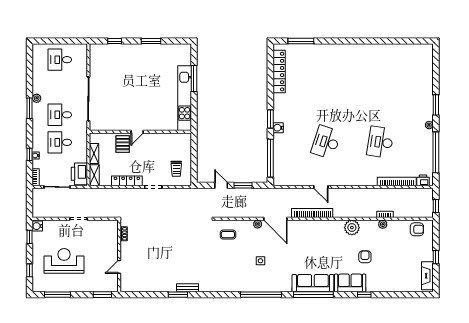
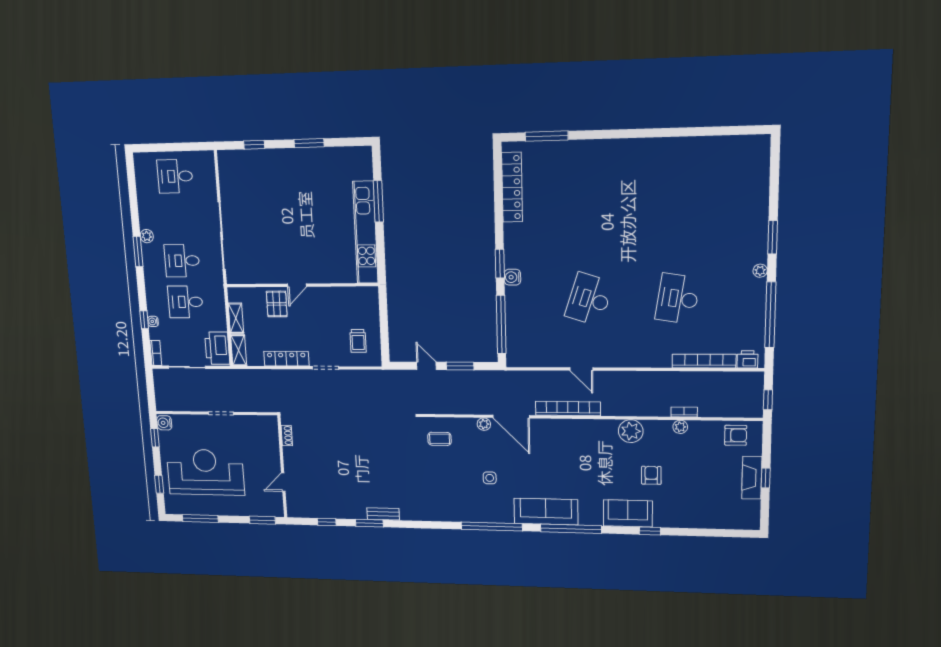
reception desk: (64, 261) -> (205, 472), width x1.36, depth x1.30
fireplace: (427, 276) -> (752, 478), moved
sofa: (313, 283) -> (546, 512), moved
window: (148, 295) -> (327, 522), added

